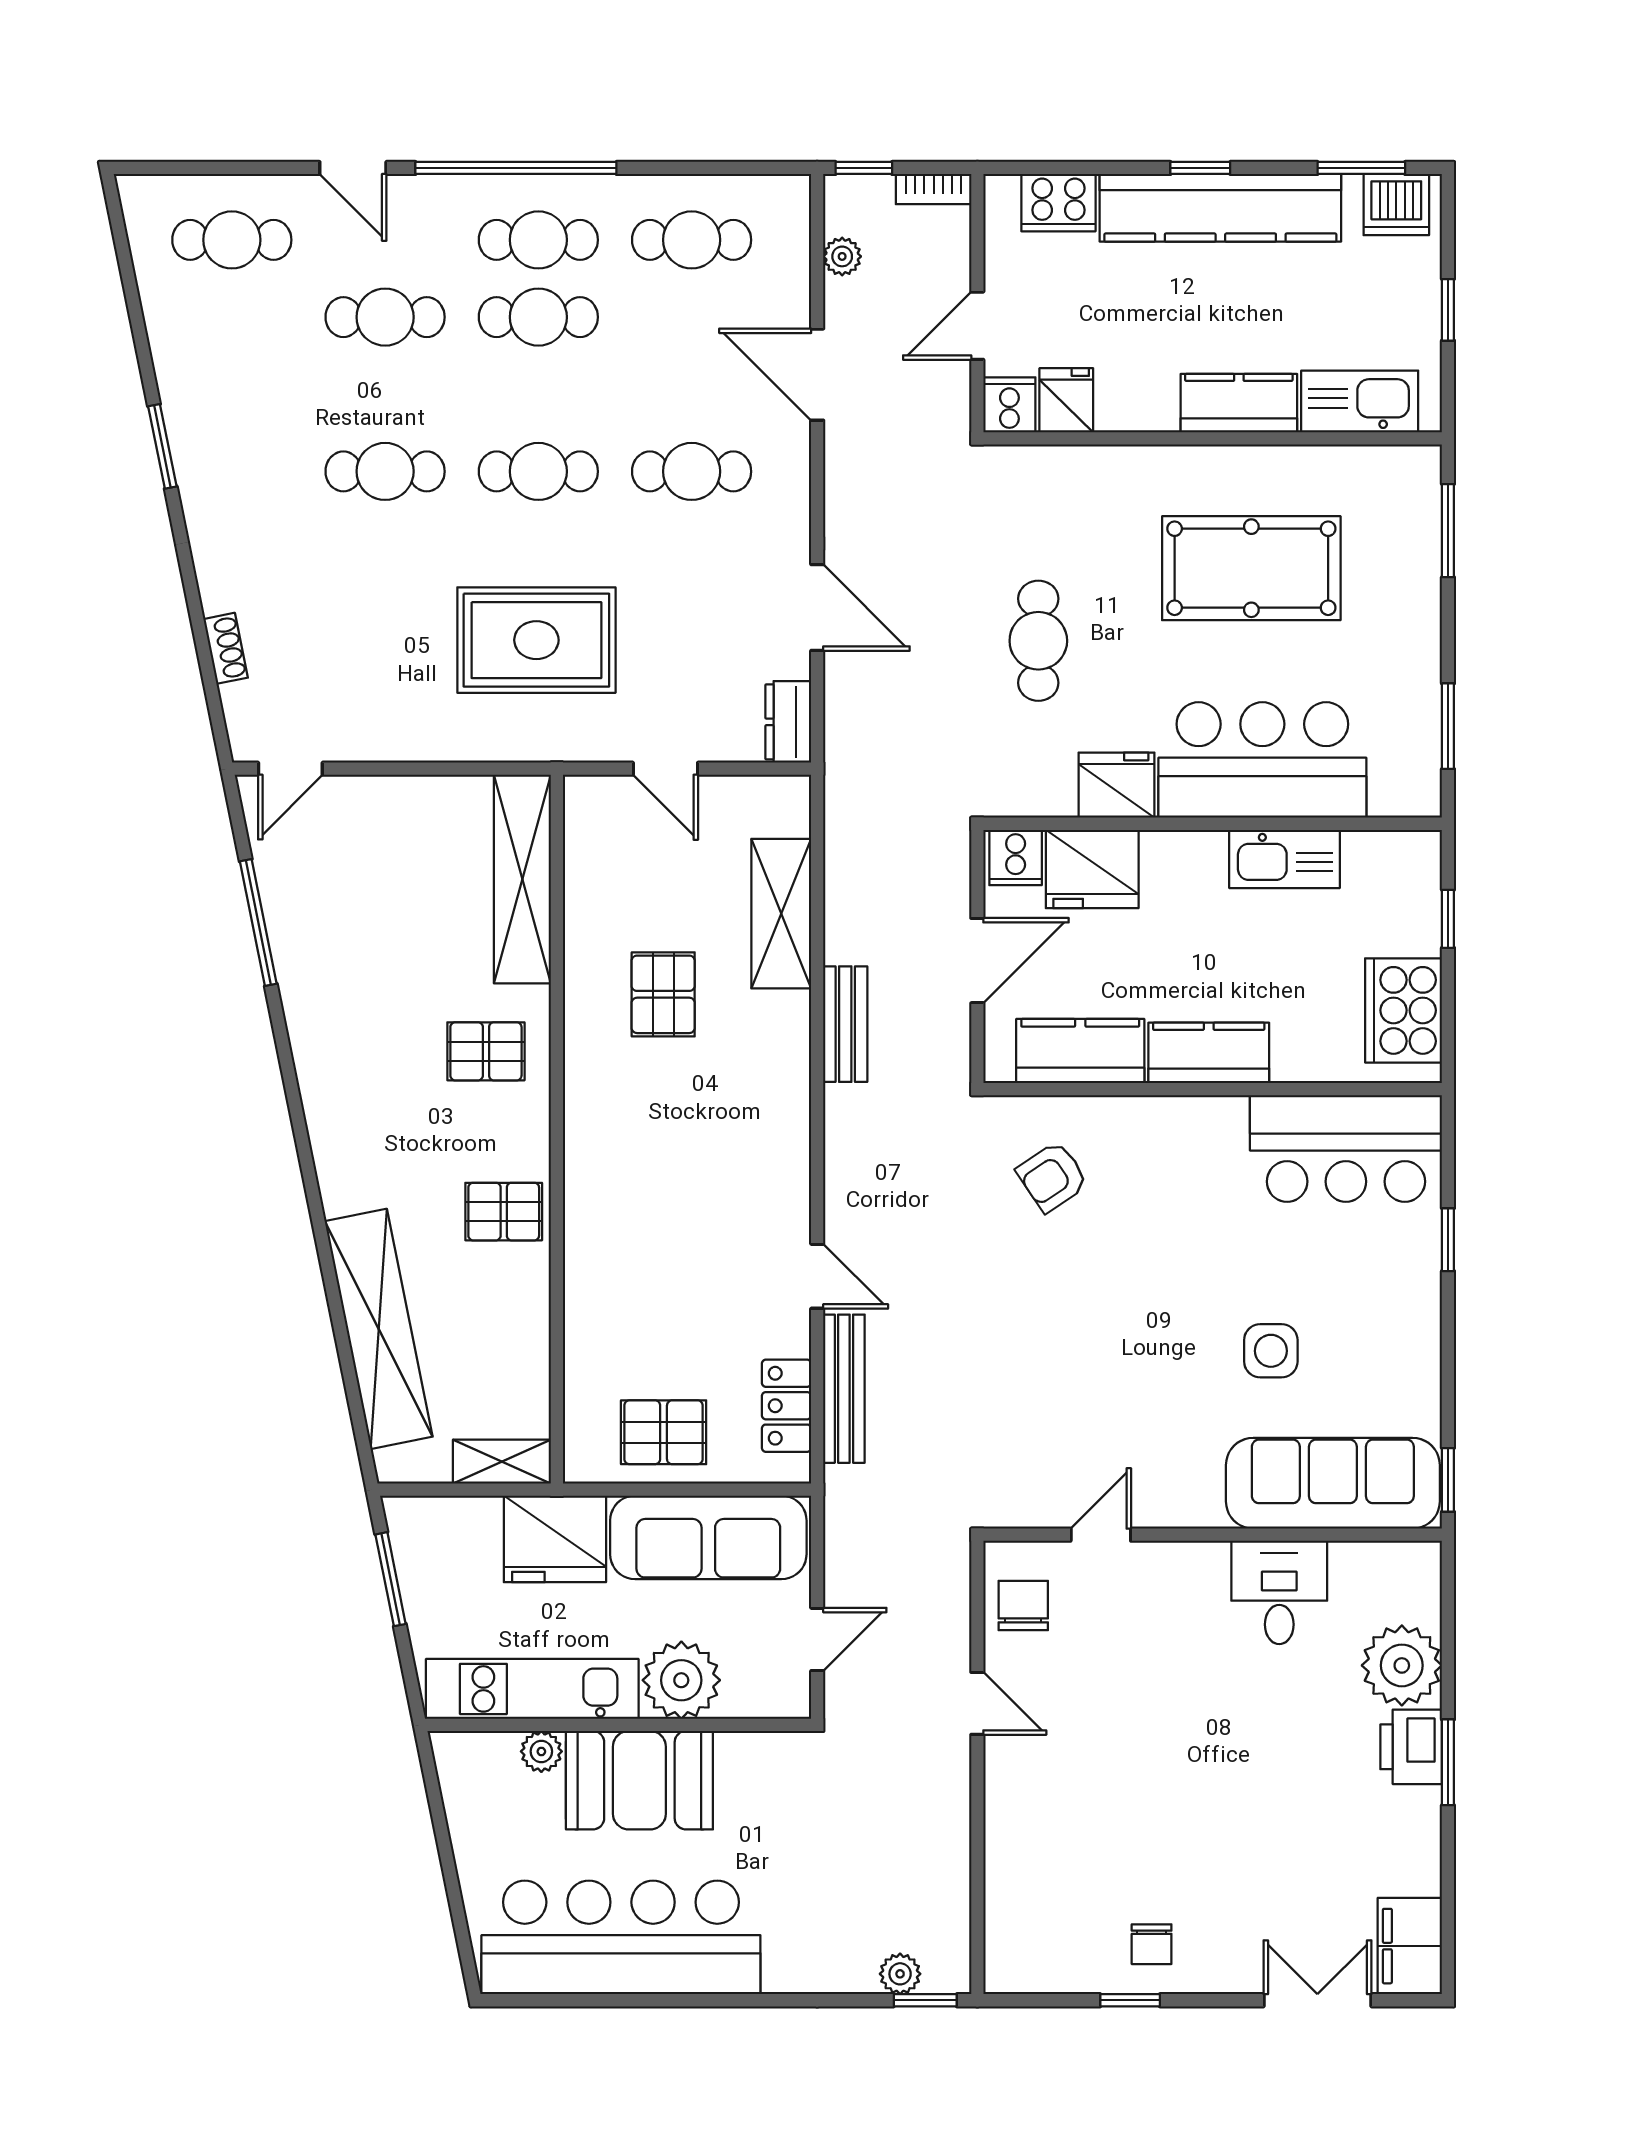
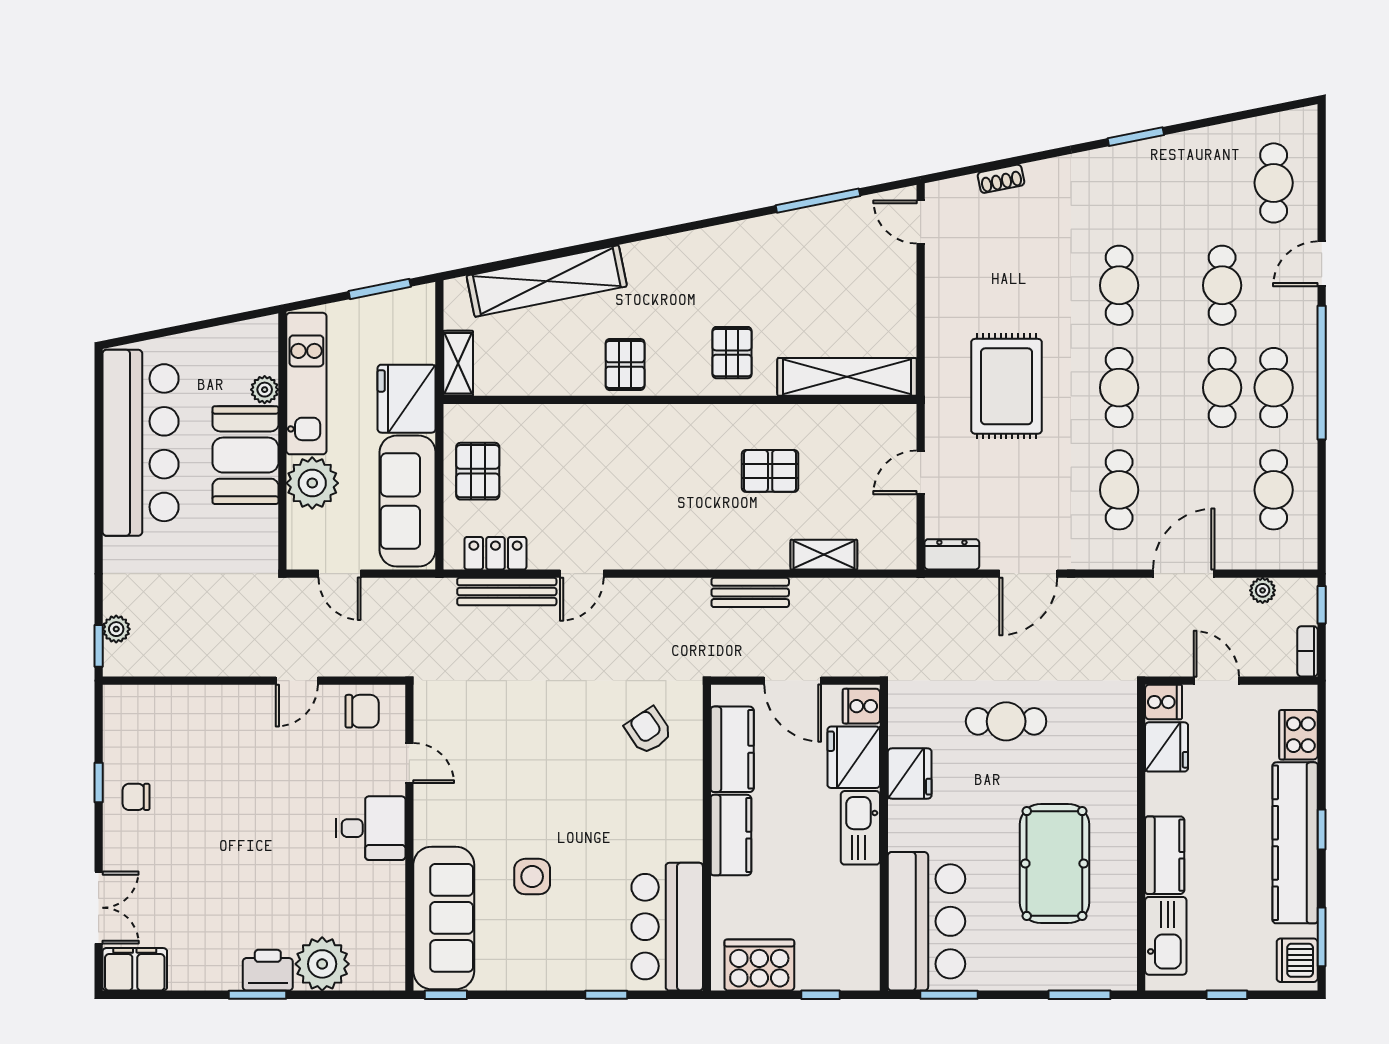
fridge: (1066, 400) -> (1167, 747), width x1.38
bar counter: (1262, 760) -> (926, 921), moved
kitchen sink: (1284, 859) -> (860, 828), moved
shelving: (781, 914) -> (824, 555), width x0.67, depth x0.75
desk: (1279, 1592) -> (371, 828), moved

